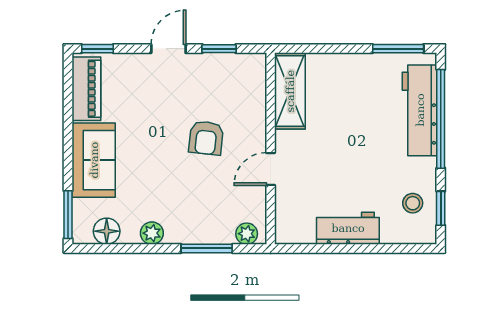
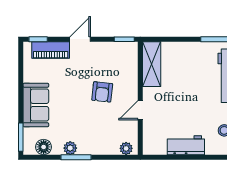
window: (219, 49) -> (124, 39), moved
piano: (86, 89) -> (51, 50), moved, turned 90
window: (207, 248) -> (76, 157), moved

